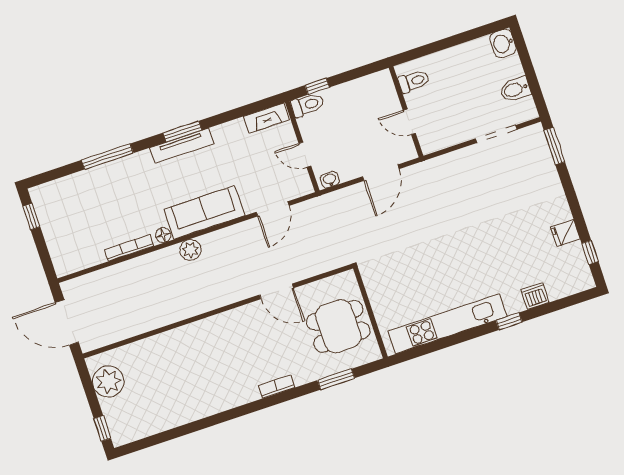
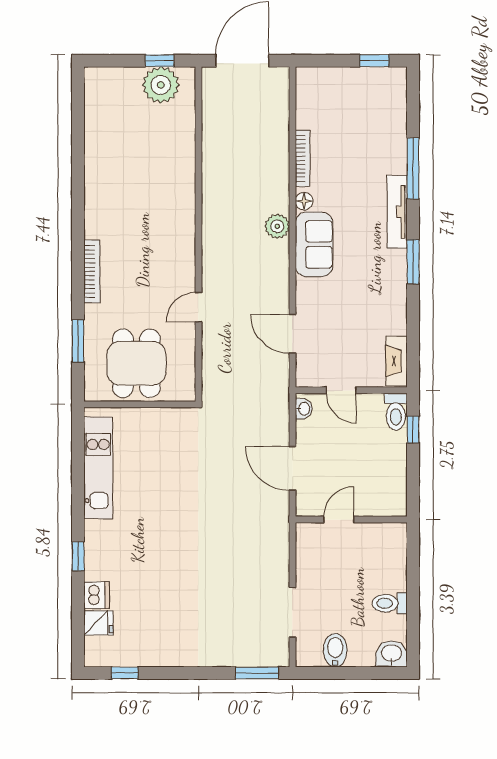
toilet: (414, 81) -> (390, 603), moved, turned 90
tv unit: (182, 146) -> (397, 212), moved
door: (305, 155) -> (341, 390), swing flipped
sofa: (204, 212) -> (314, 244), width x0.73
fridge: (565, 233) -> (98, 623), moved, turned 90
door: (277, 291) -> (198, 307), width x0.73
kitchen unit: (447, 324) -> (98, 468), width x0.73
bookcase: (276, 387) -> (92, 271), width x1.56
window: (102, 428) -> (160, 61), moved

